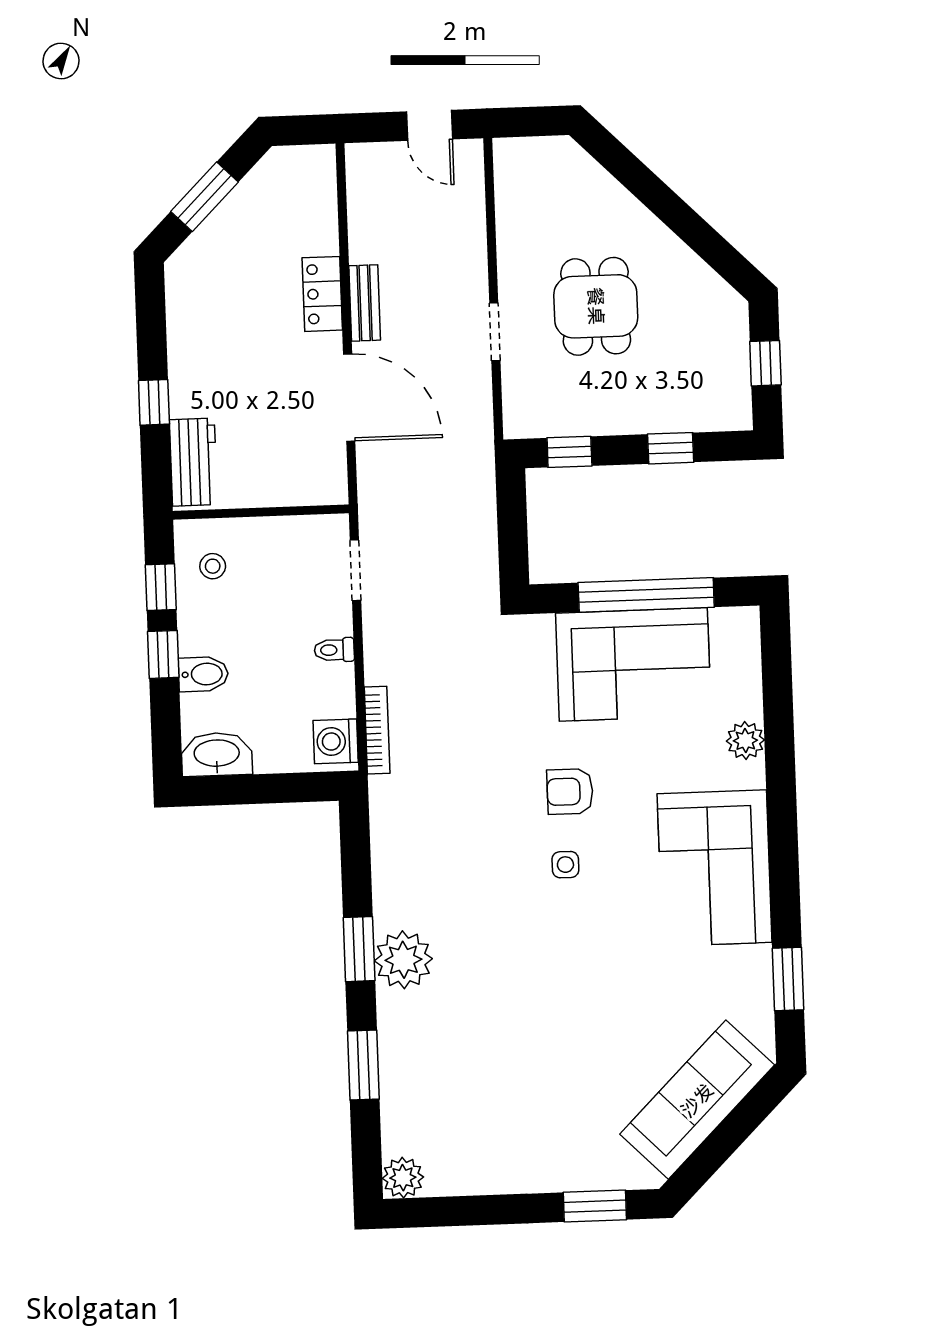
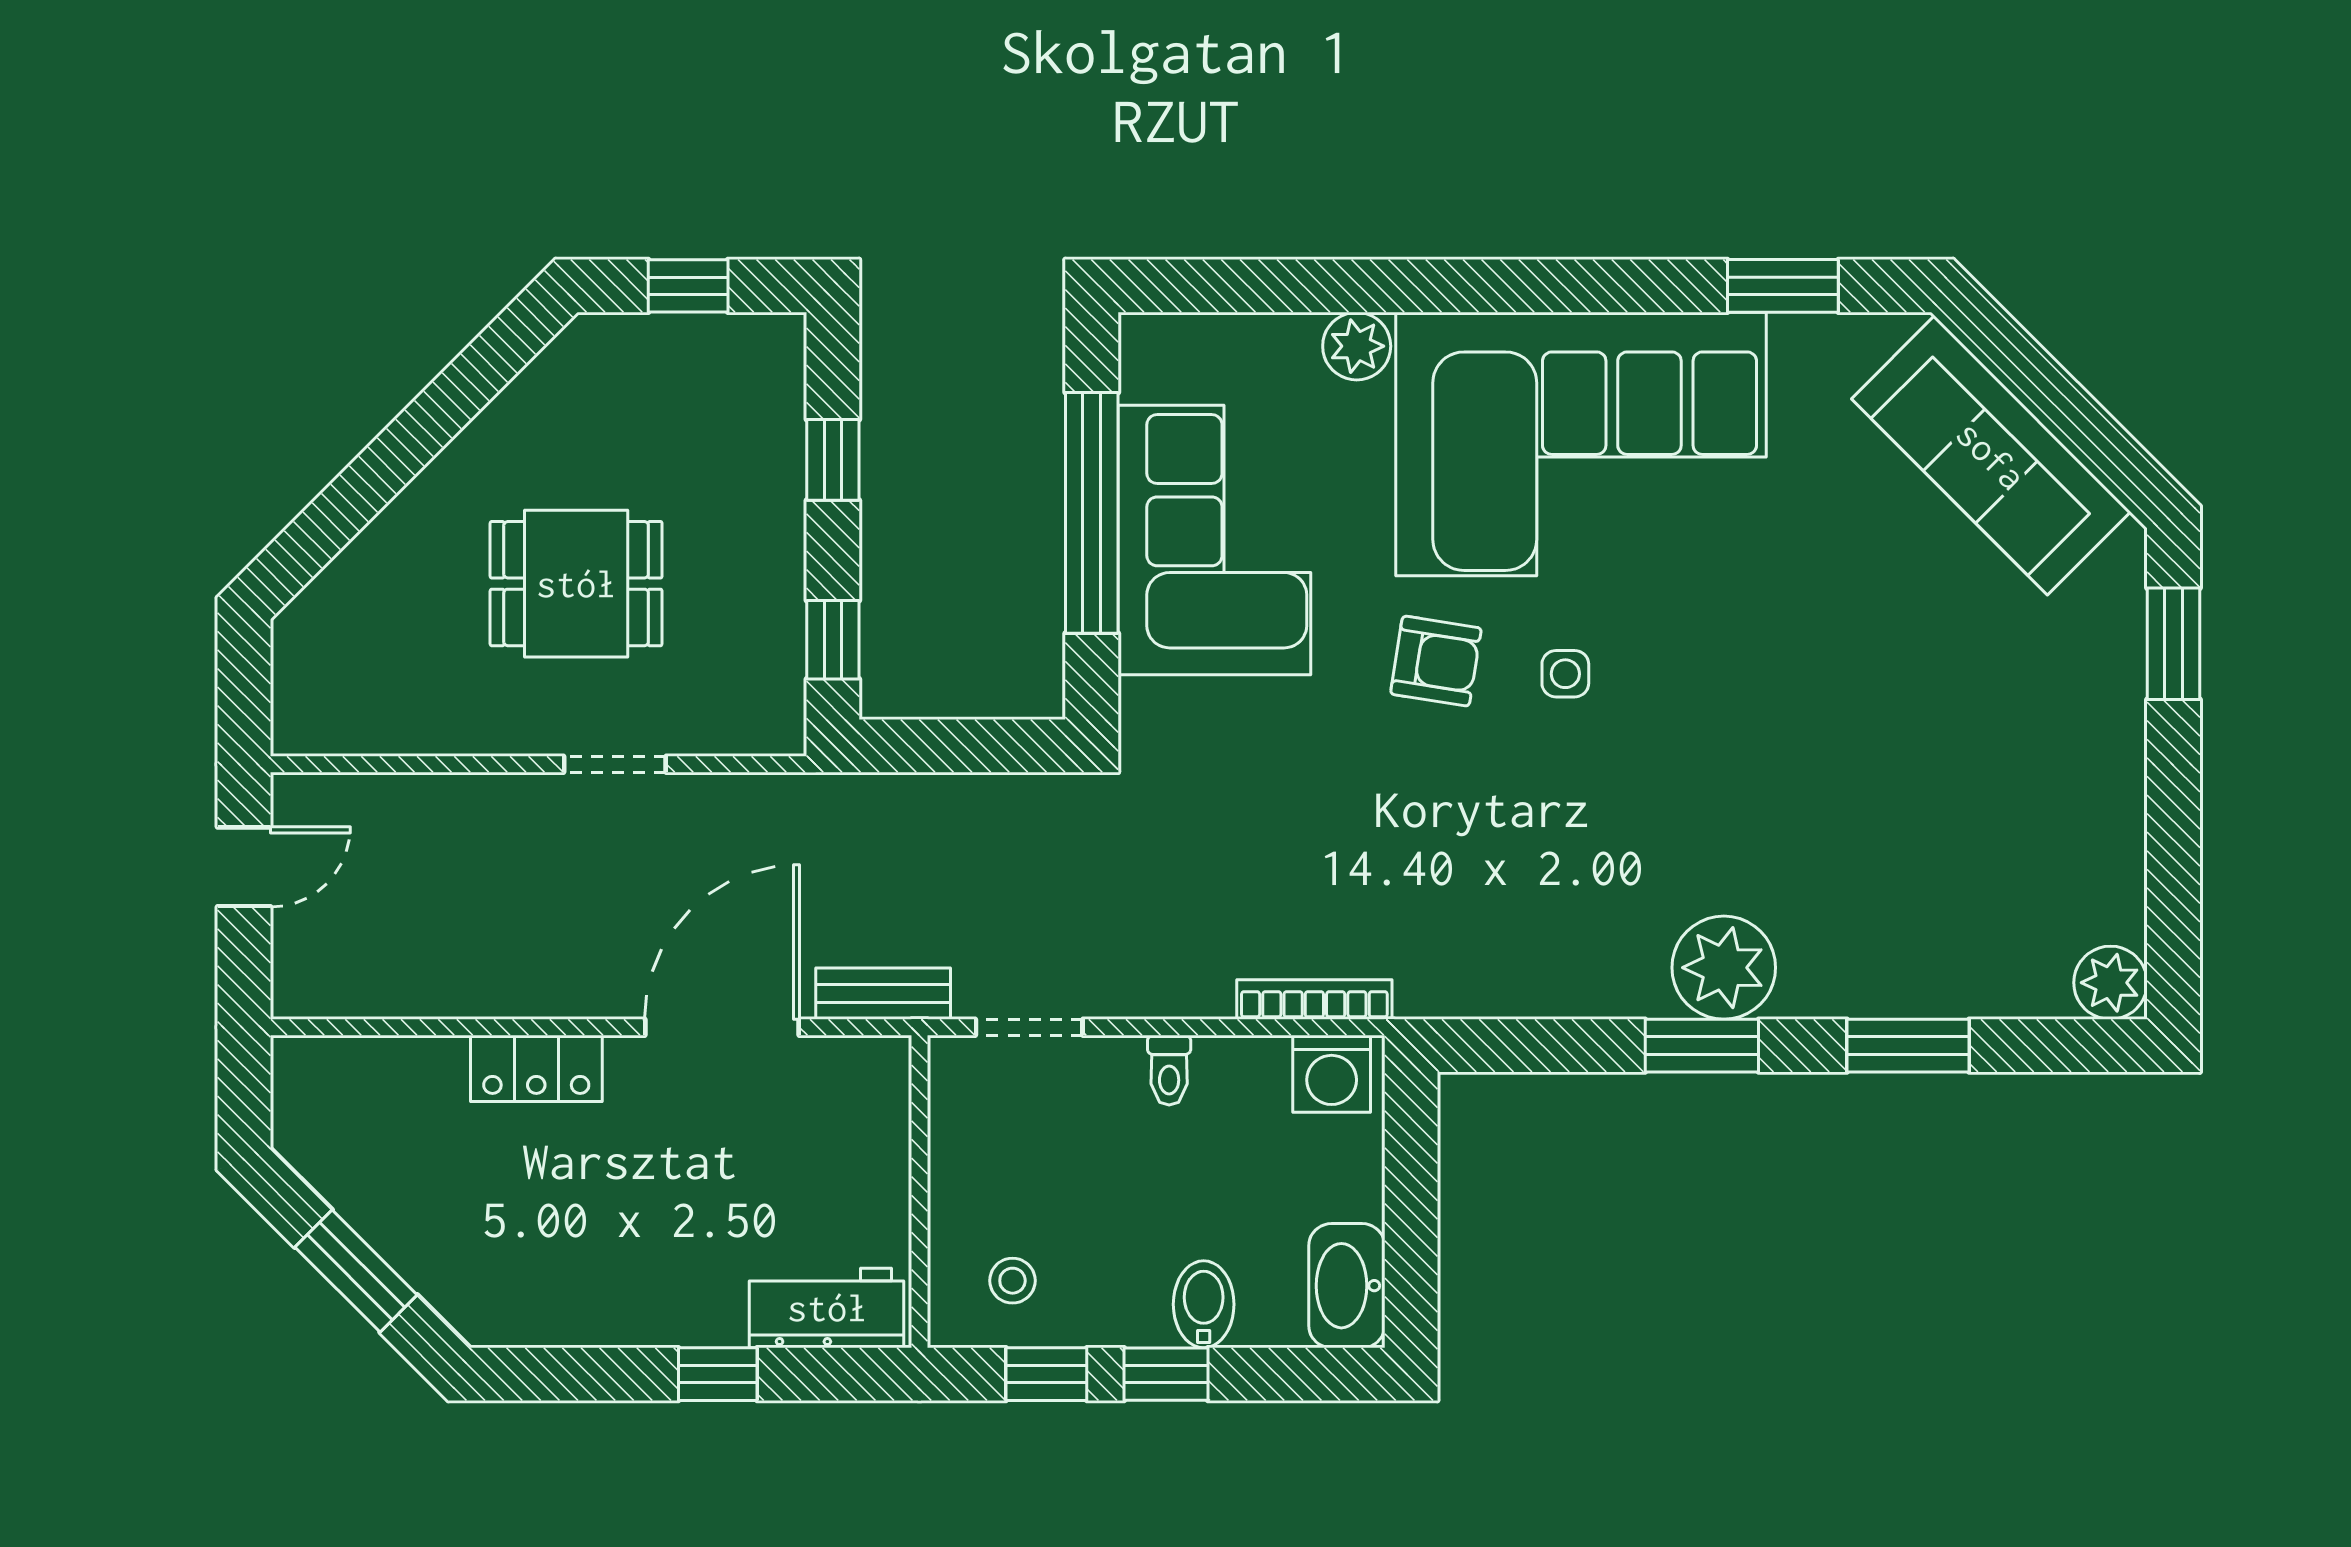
bench: (365, 303) -> (883, 994), moved
armchair: (570, 792) -> (1436, 661), turned -81
corner sofa: (715, 868) -> (1581, 444), width x1.36, depth x1.36

